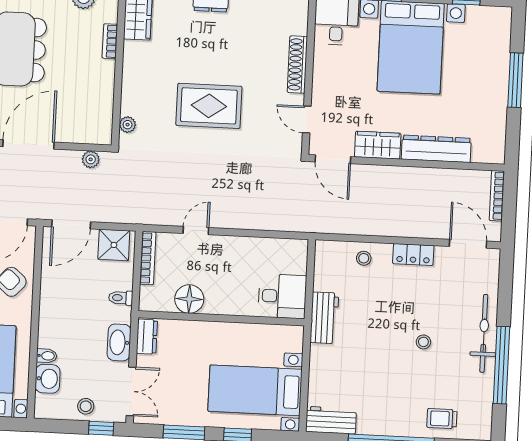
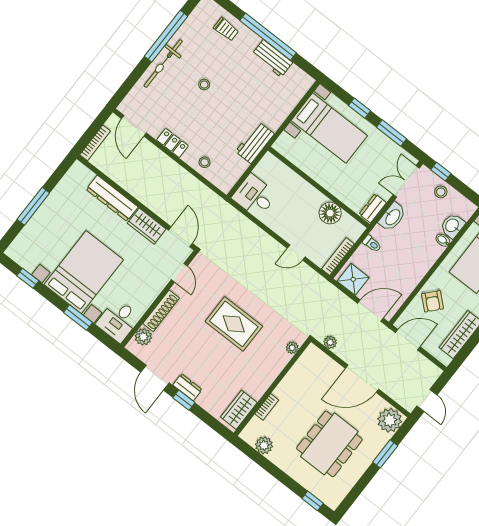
plant: (297, 23) -> (143, 337), added
desk: (282, 296) -> (255, 196), moved
workbench: (331, 420) -> (272, 58), moved

